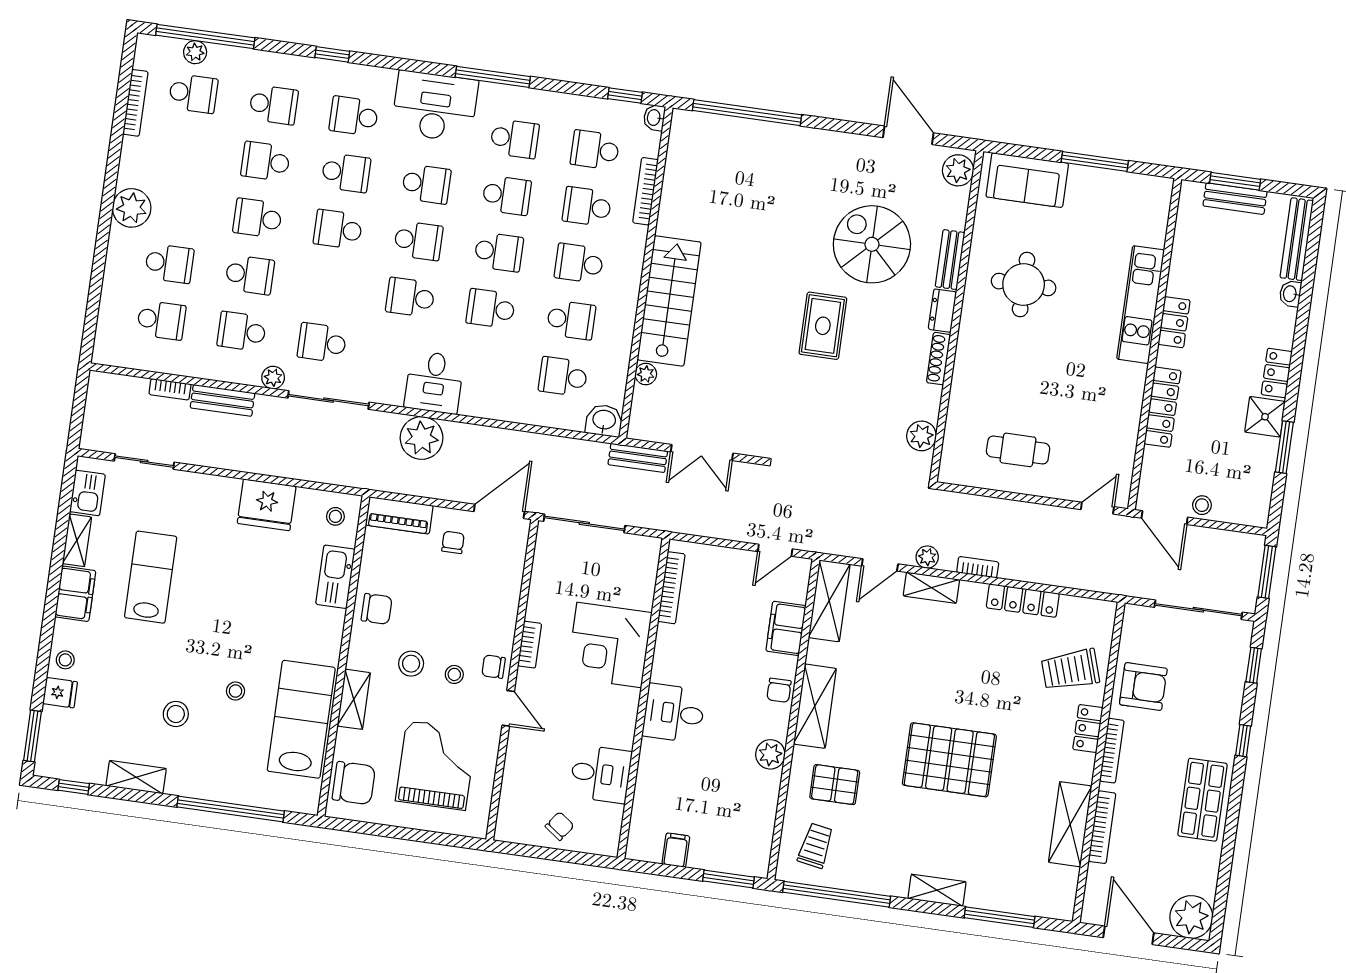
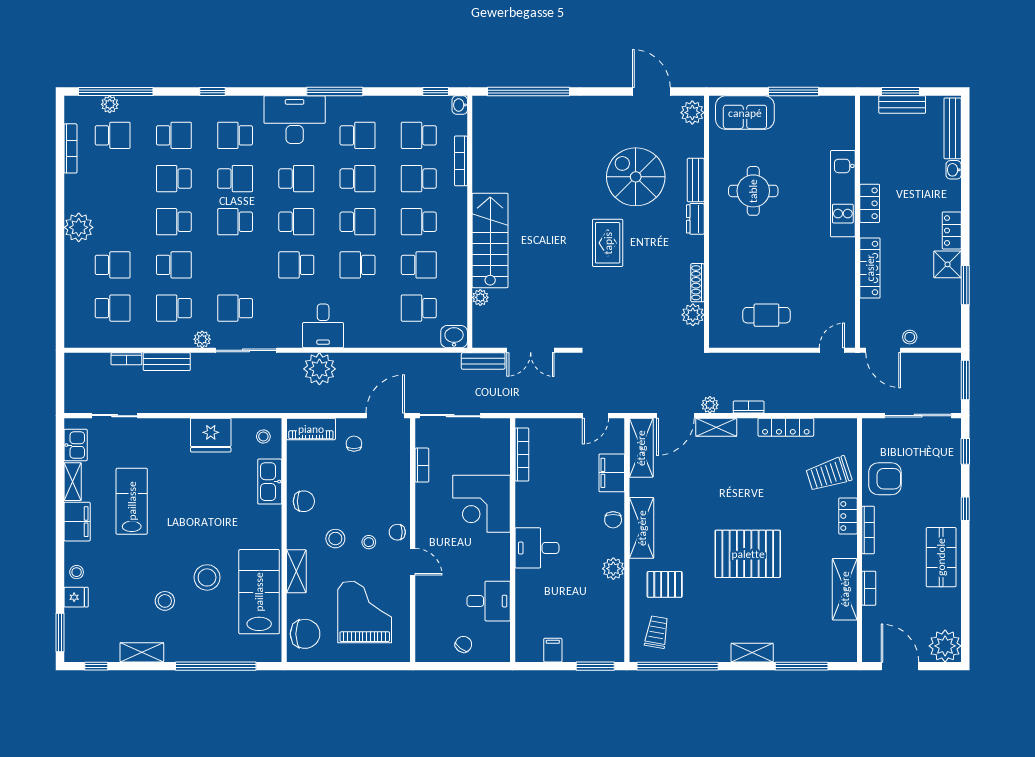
shoe rack: (939, 359) -> (697, 283), moved
door: (880, 565) -> (675, 416), width x1.38
bookcase: (530, 645) -> (422, 465), moved
stool: (236, 691) -> (207, 577), width x1.89, depth x1.89
bookcase: (1102, 827) -> (869, 588), width x0.64

